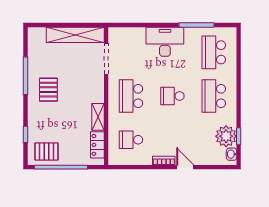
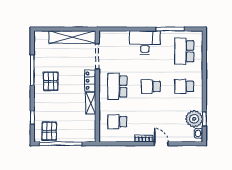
school desk: (214, 96) -> (184, 86), width x0.54
locker: (97, 145) -> (90, 81), moved
pallet: (47, 151) -> (49, 131), turned 90

